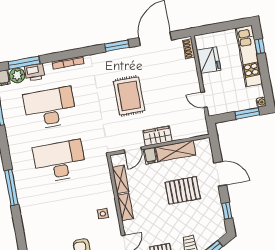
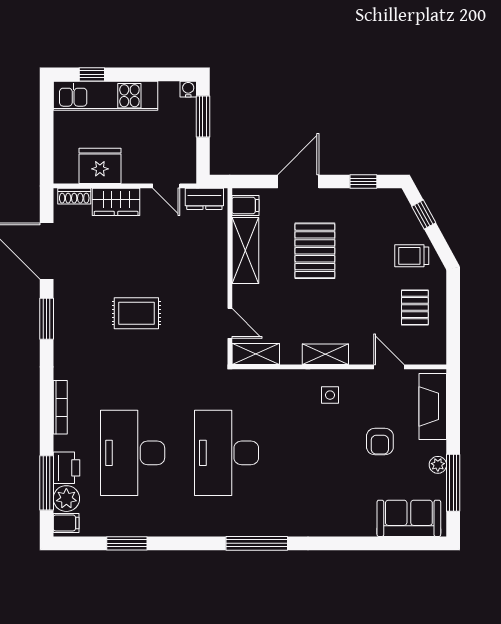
rug: (129, 96) -> (136, 313), width x0.73, depth x0.70
door: (204, 100) -> (166, 186), hinge flipped
dresser: (201, 123) -> (204, 199), added
wardrobe: (157, 136) -> (116, 202), moved, turned -90
filing cabinet: (150, 156) -> (245, 205), moved
shelving: (121, 179) -> (256, 354), moved

